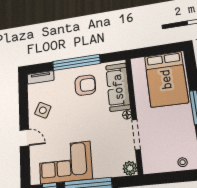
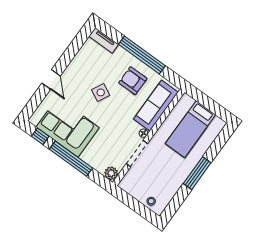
bed: (166, 79) -> (190, 129), width x0.67
armchair: (85, 85) -> (133, 81), turned 180
side table: (43, 110) -> (101, 92), moved

